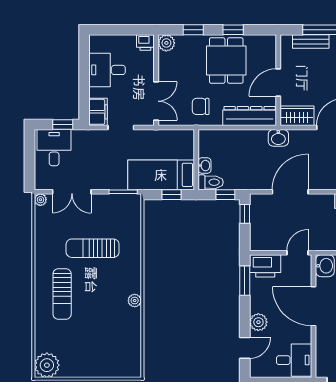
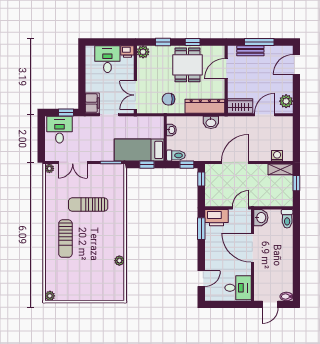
desk: (107, 70) -> (107, 59), moved, turned 90
door: (278, 83) -> (226, 69), moved
double door: (156, 101) -> (135, 95), swing flipped
washbasin: (278, 138) -> (211, 122), moved
washbasin: (205, 166) -> (171, 130), moved
plant: (135, 301) -> (119, 261), moved
plant: (258, 322) -> (211, 260), removed
plant: (47, 365) -> (50, 296), width x0.53, depth x0.53

